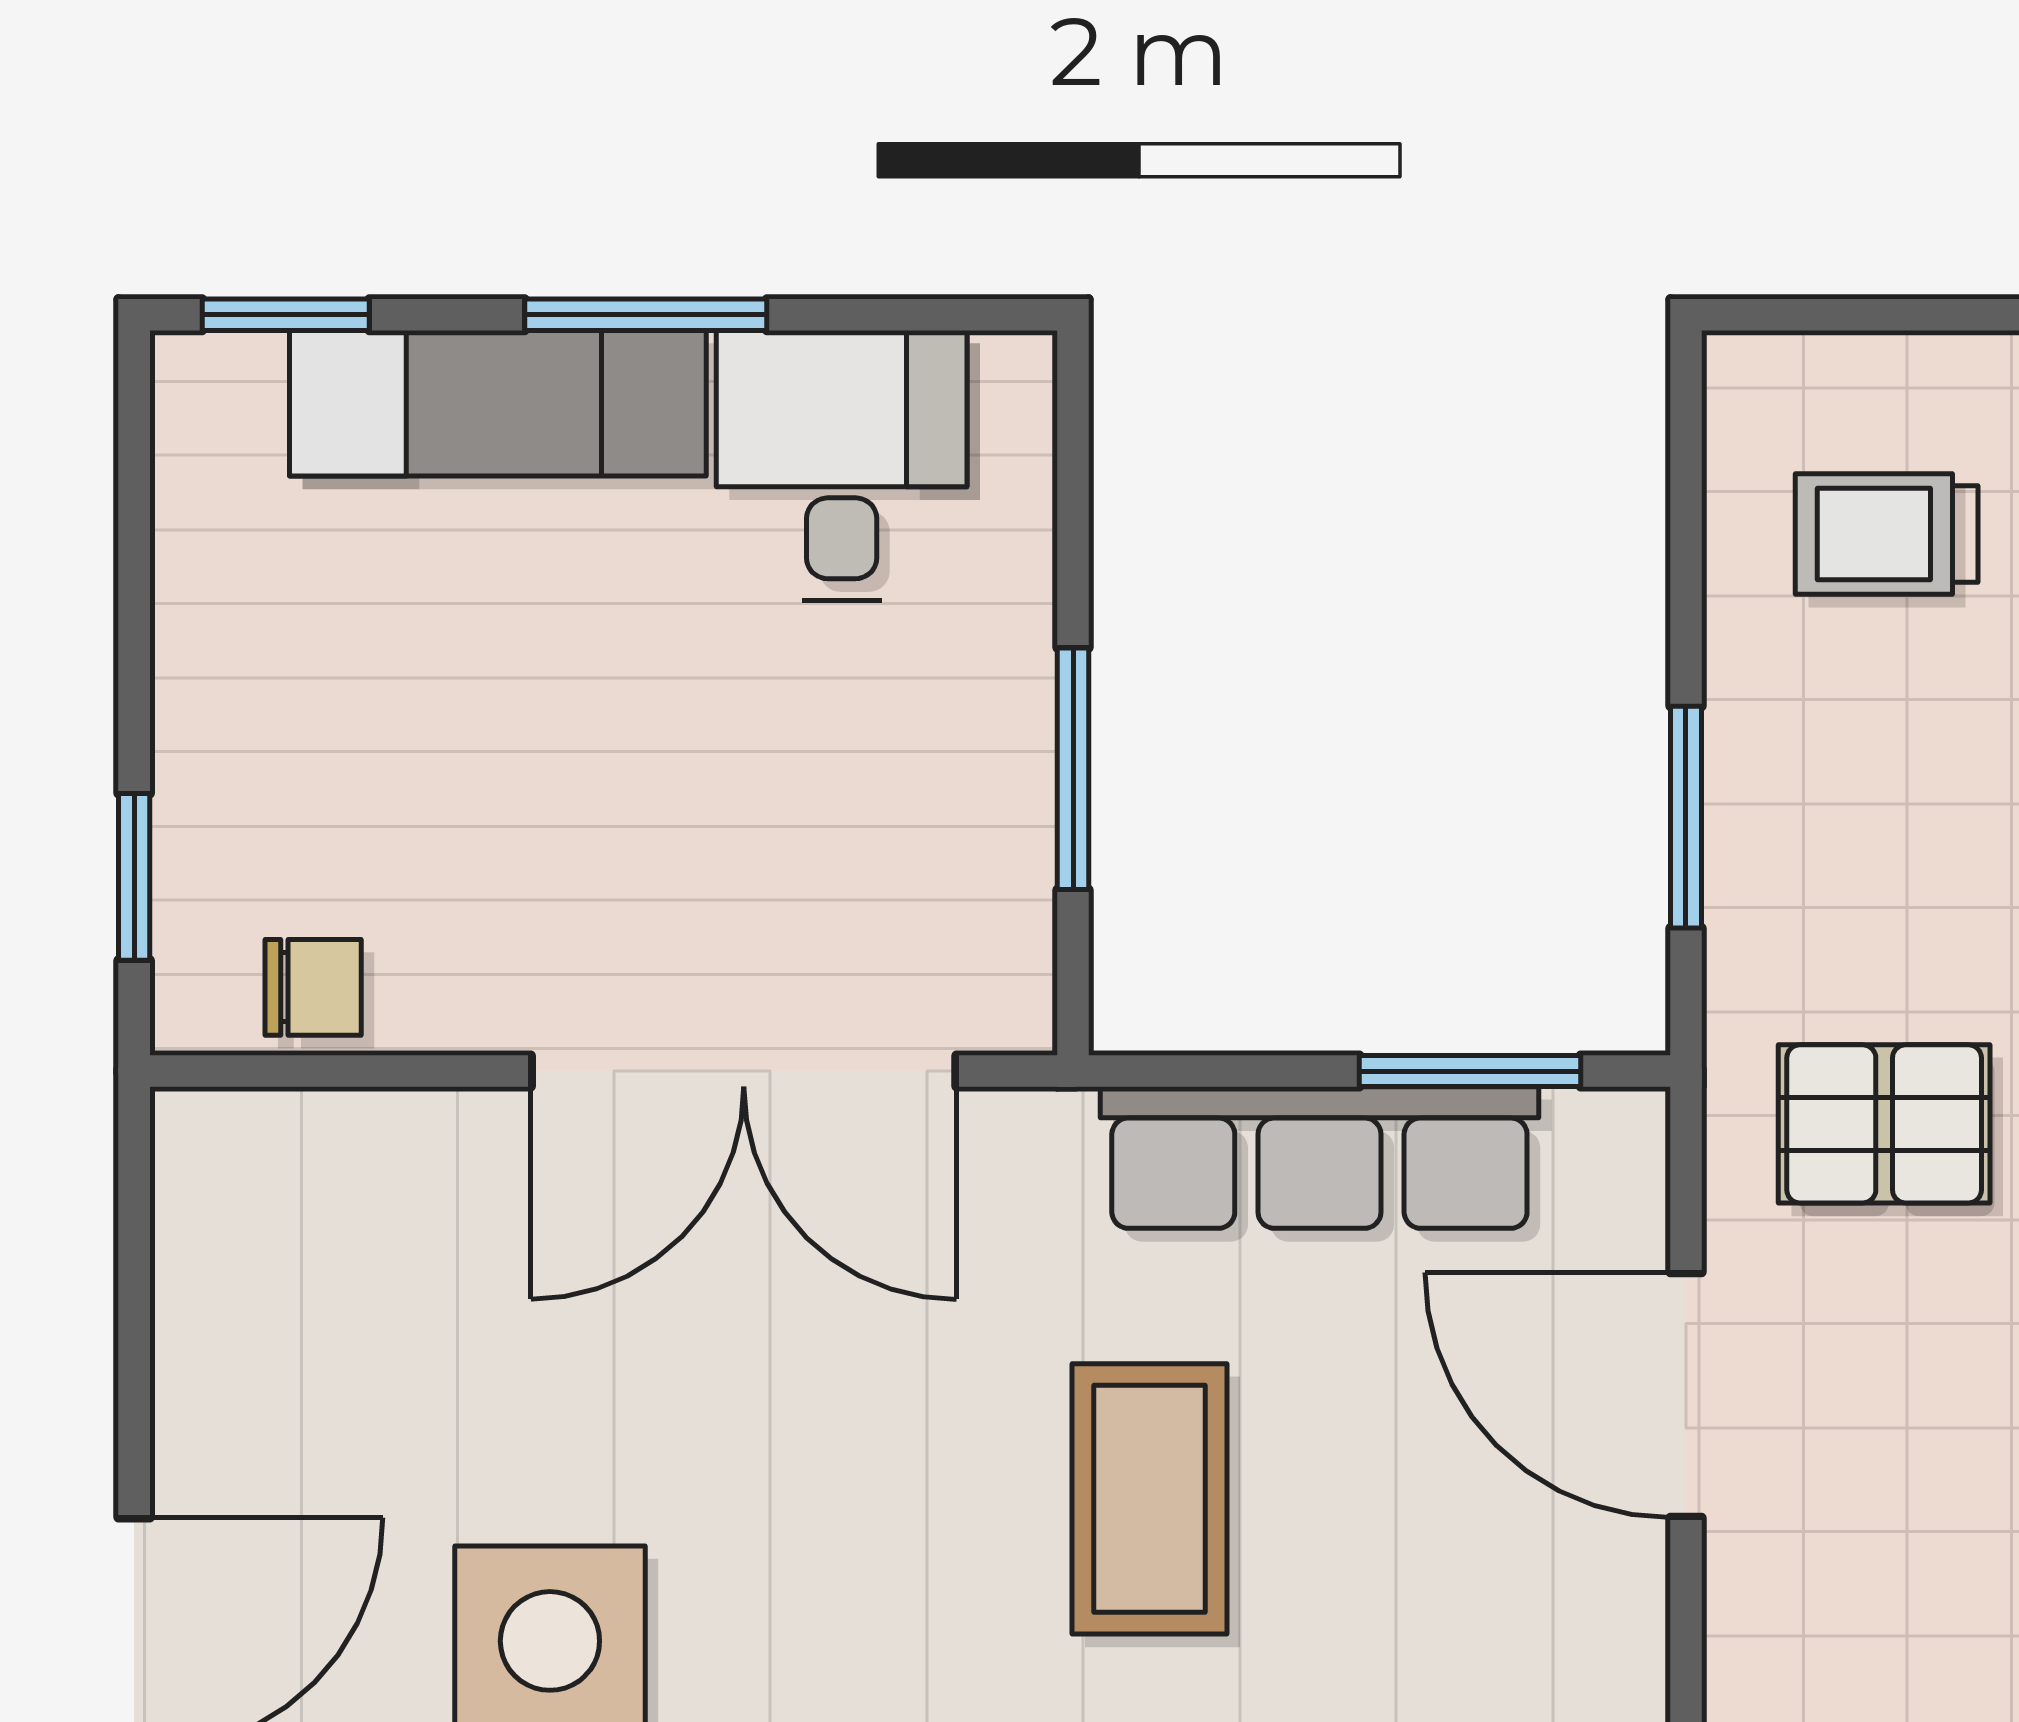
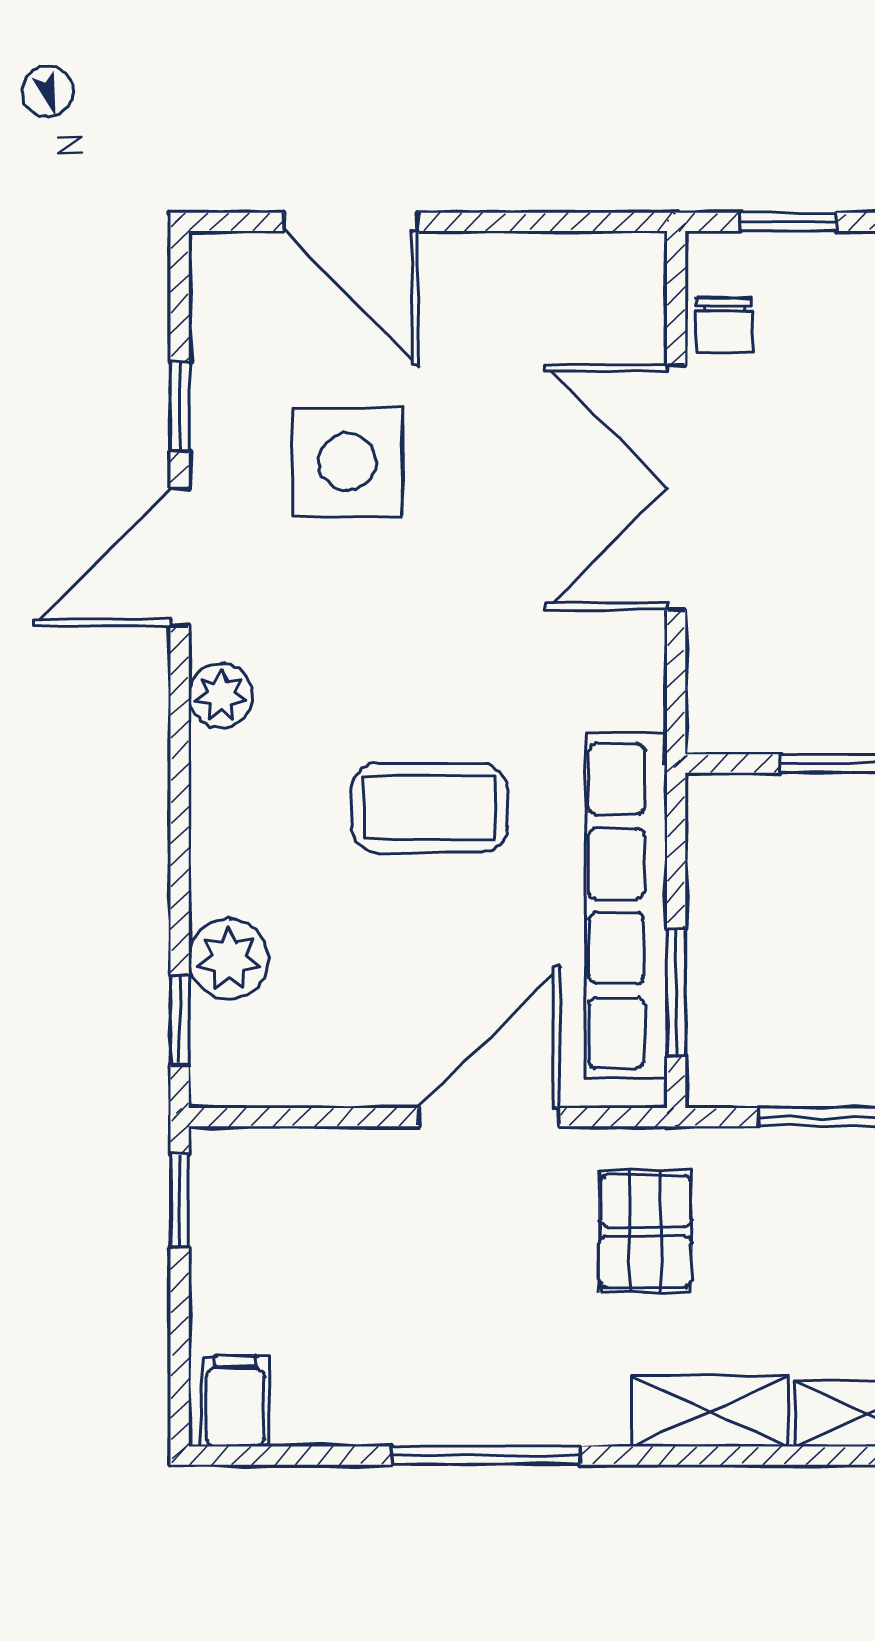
double door: (744, 1071) -> (676, 487), moved
row of seats: (1319, 1158) -> (626, 906), width x1.36

